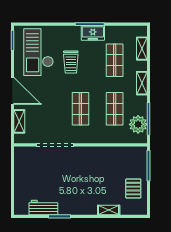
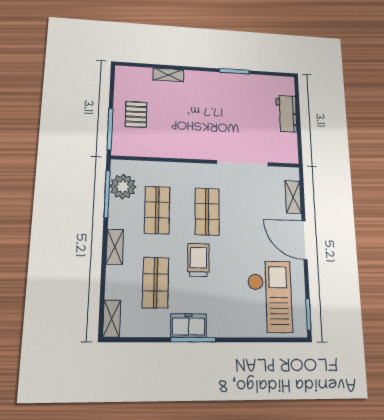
shelving: (142, 49) -> (112, 319), moved
trolley: (71, 62) -> (198, 260), moved
pallet: (133, 189) -> (136, 114), moved
workbench: (43, 208) -> (286, 114), moved, turned 90

